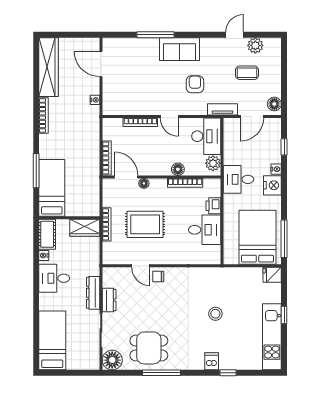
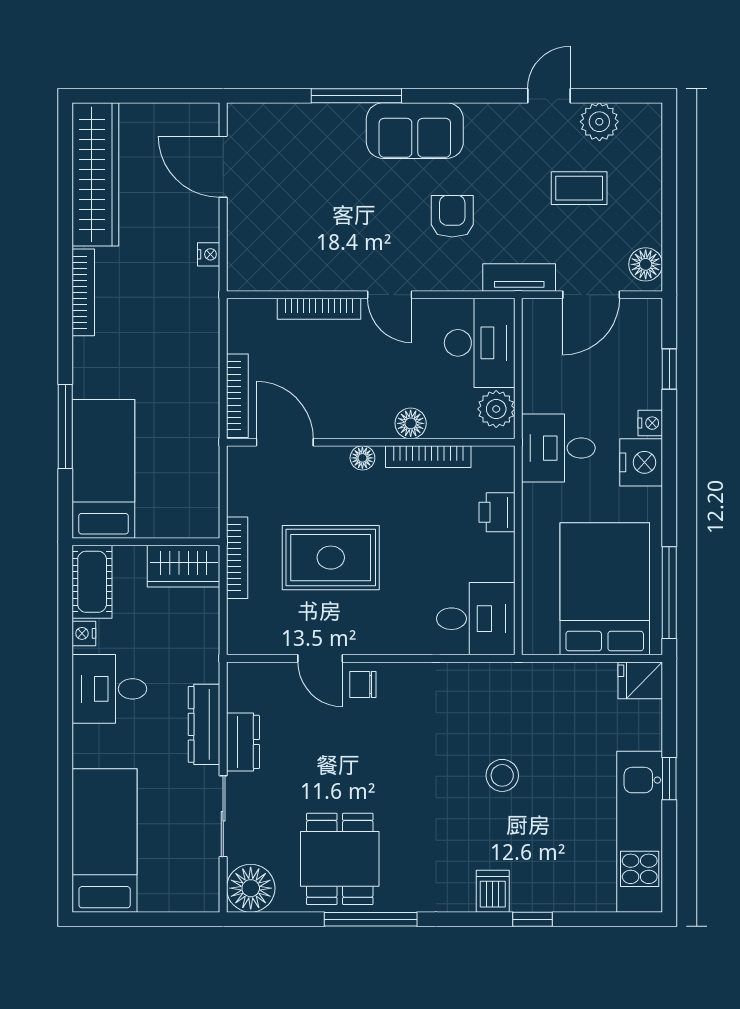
floor lamp: (144, 183) -> (362, 458), moved
desk: (205, 230) -> (476, 619), moved
dining table: (149, 348) -> (340, 859), turned 90

